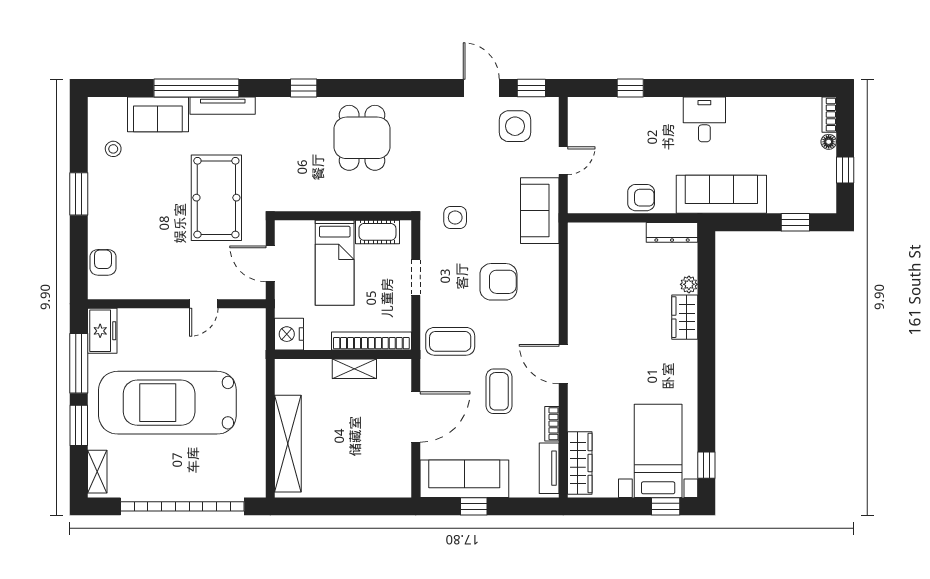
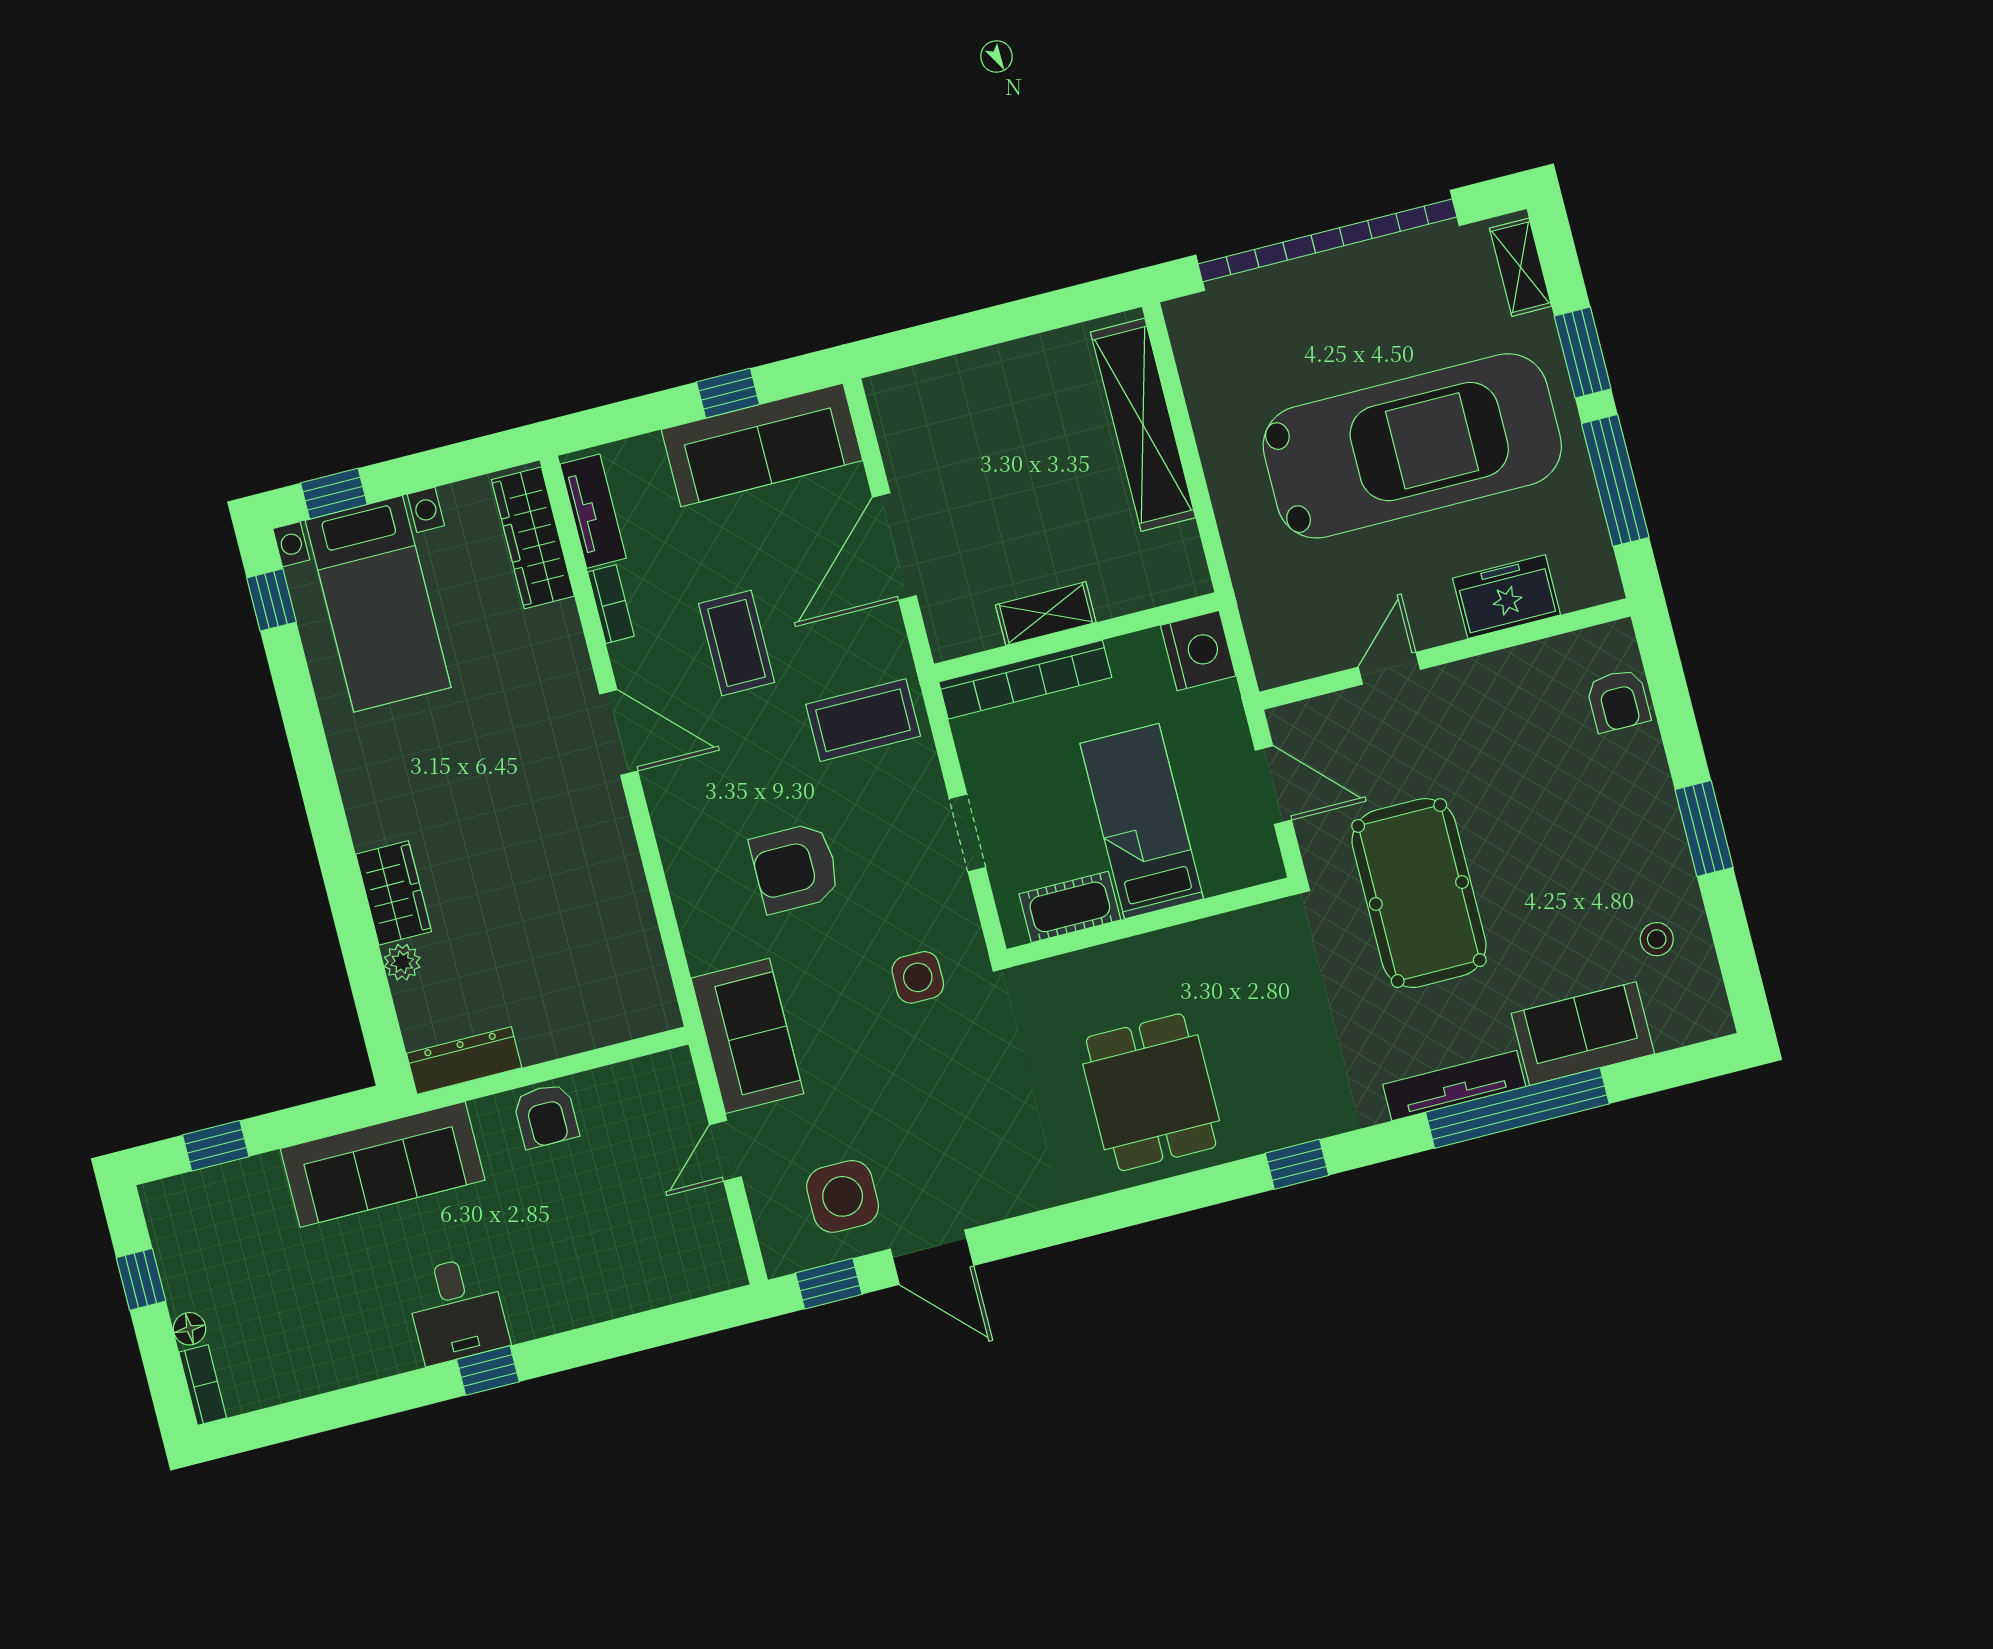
window: (630, 88) -> (488, 1371), moved
armchair: (641, 198) -> (546, 1116), turned -90
freezer: (102, 331) -> (1507, 597), moved, turned 90

